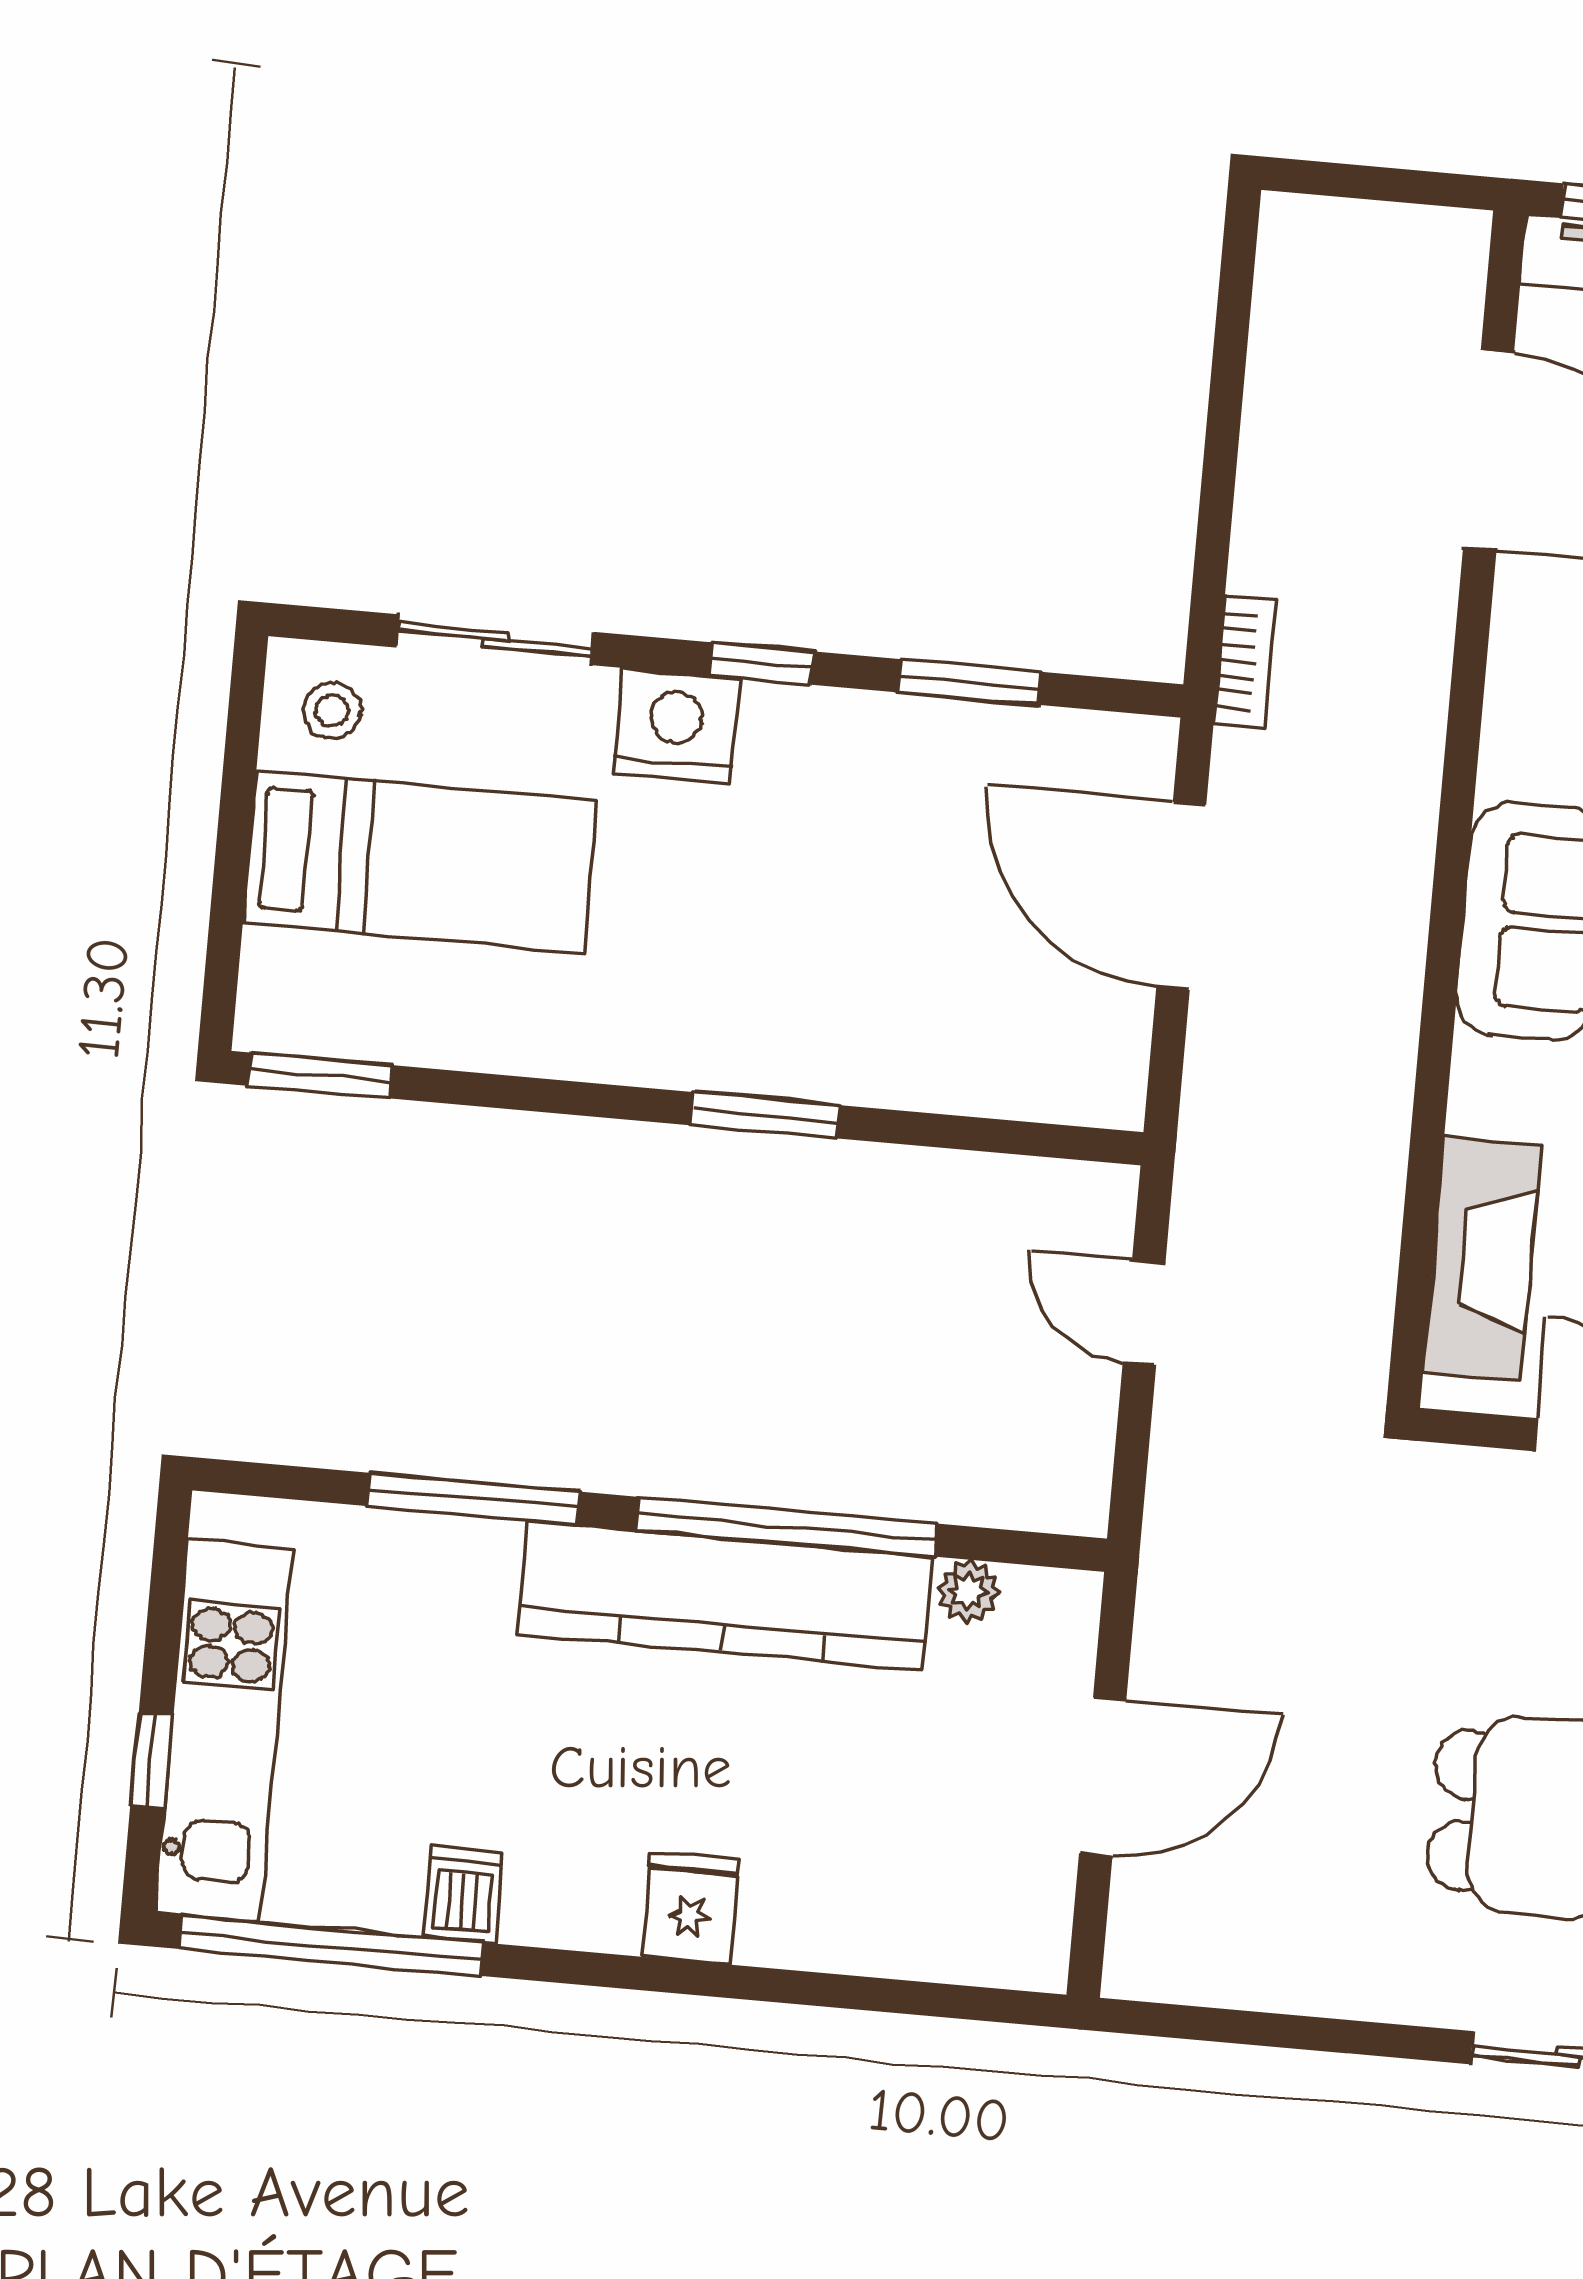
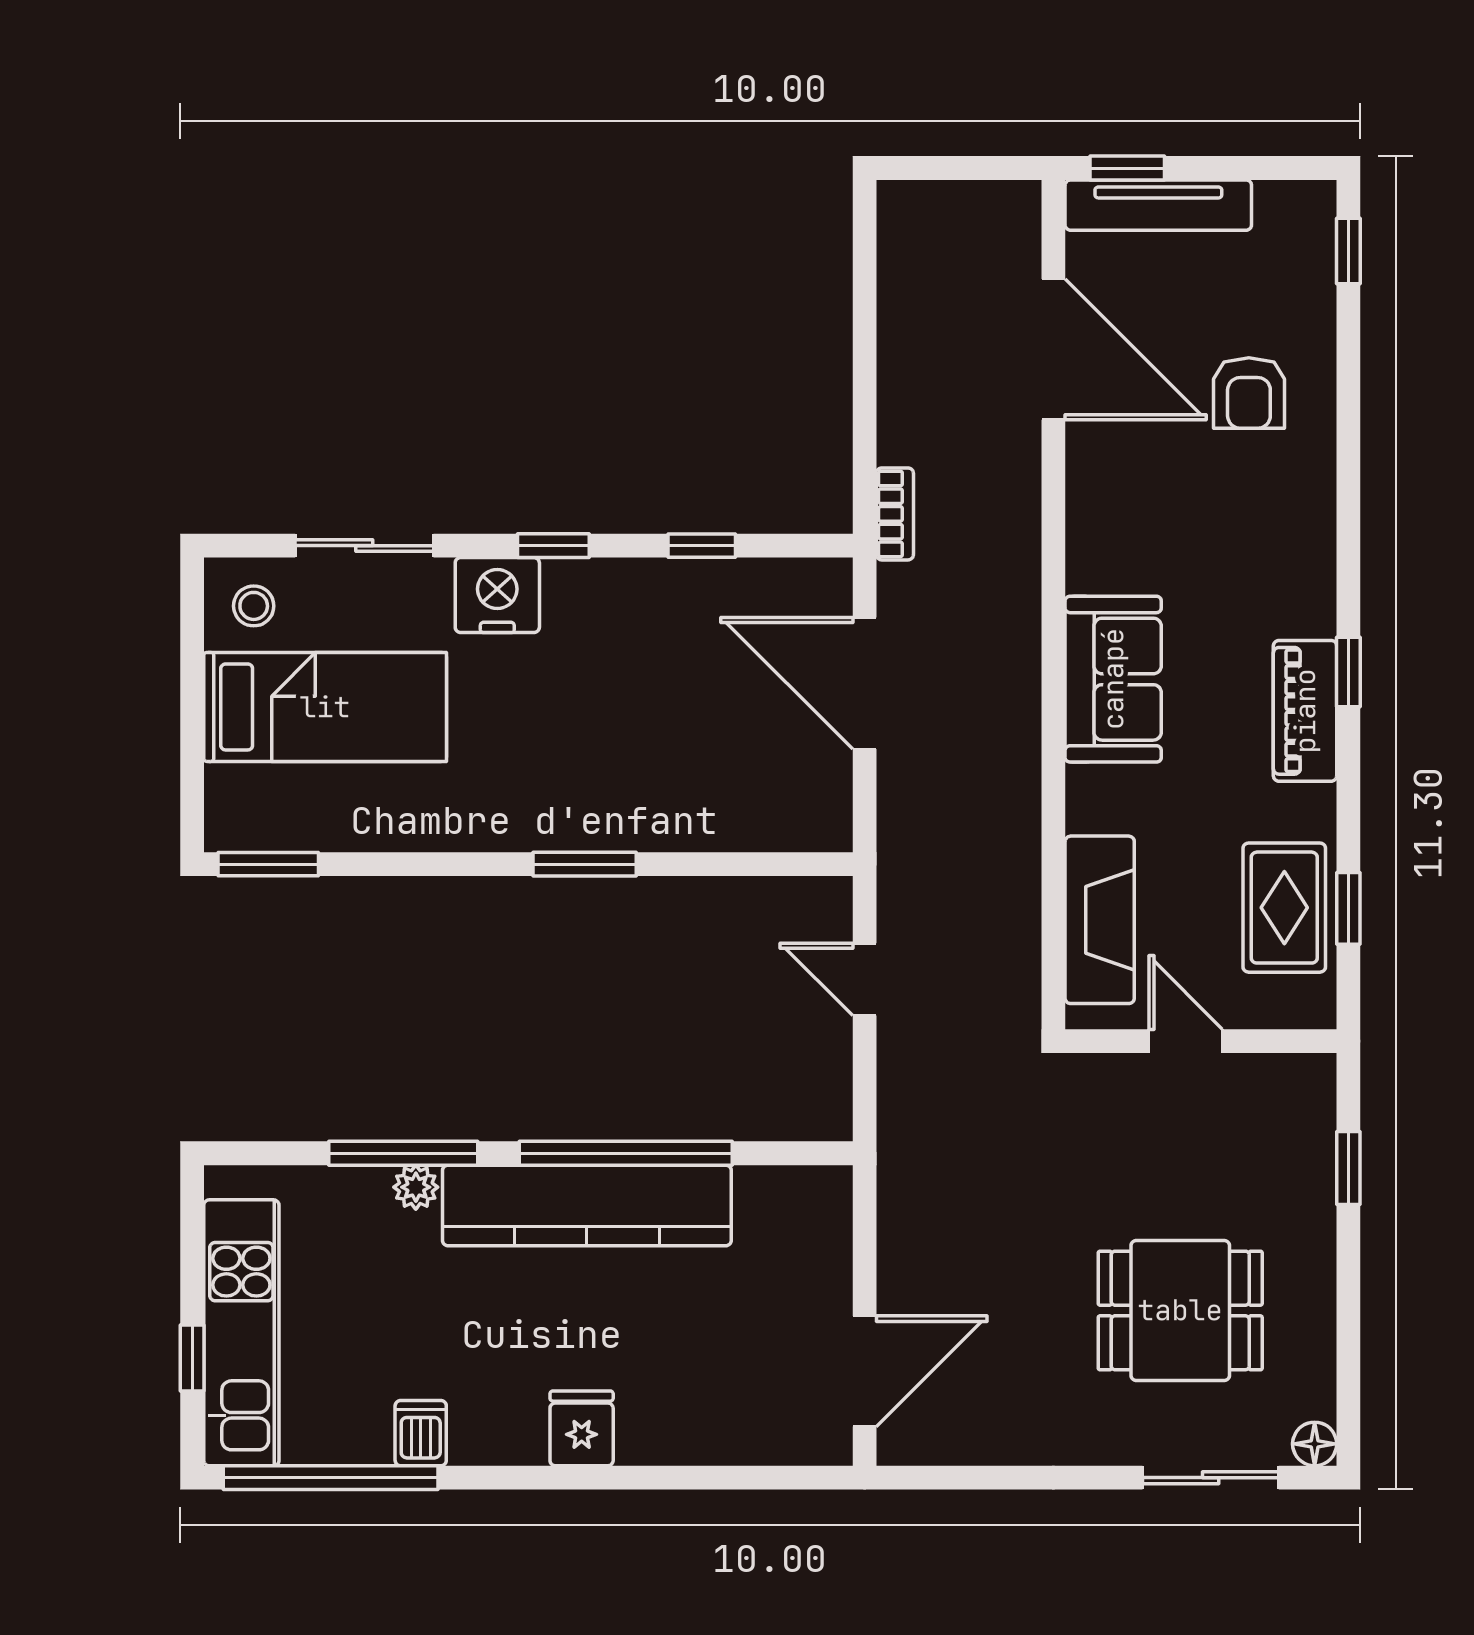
window: (970, 682) -> (702, 546), width x0.67
plant: (968, 1591) -> (416, 1187), moved
door: (1103, 1777) -> (865, 1371), moved

